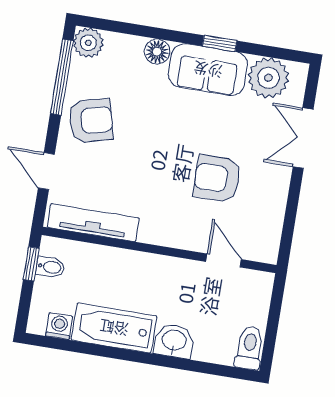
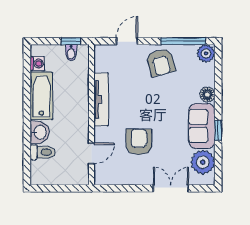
tv unit: (93, 223) -> (101, 99), moved
toilet: (249, 348) -> (43, 152), moved

